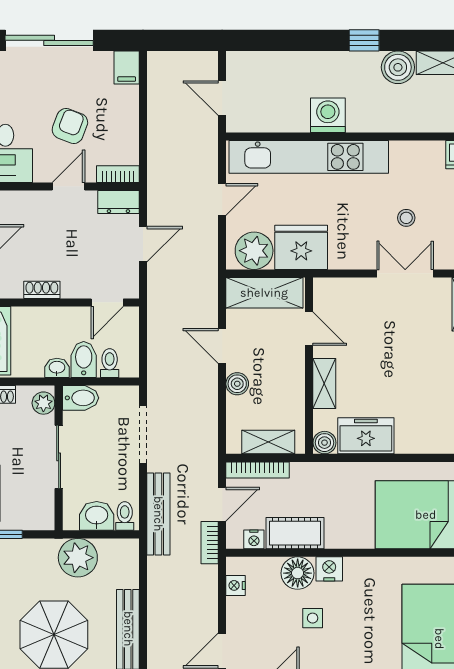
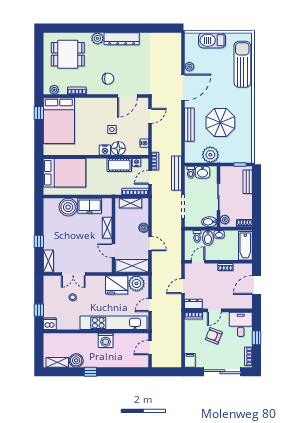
door: (222, 98) -> (150, 347), swing flipped
armchair: (70, 126) -> (214, 336), turned 90
boiler: (325, 443) -> (68, 207), moved, width x1.86, depth x1.86

